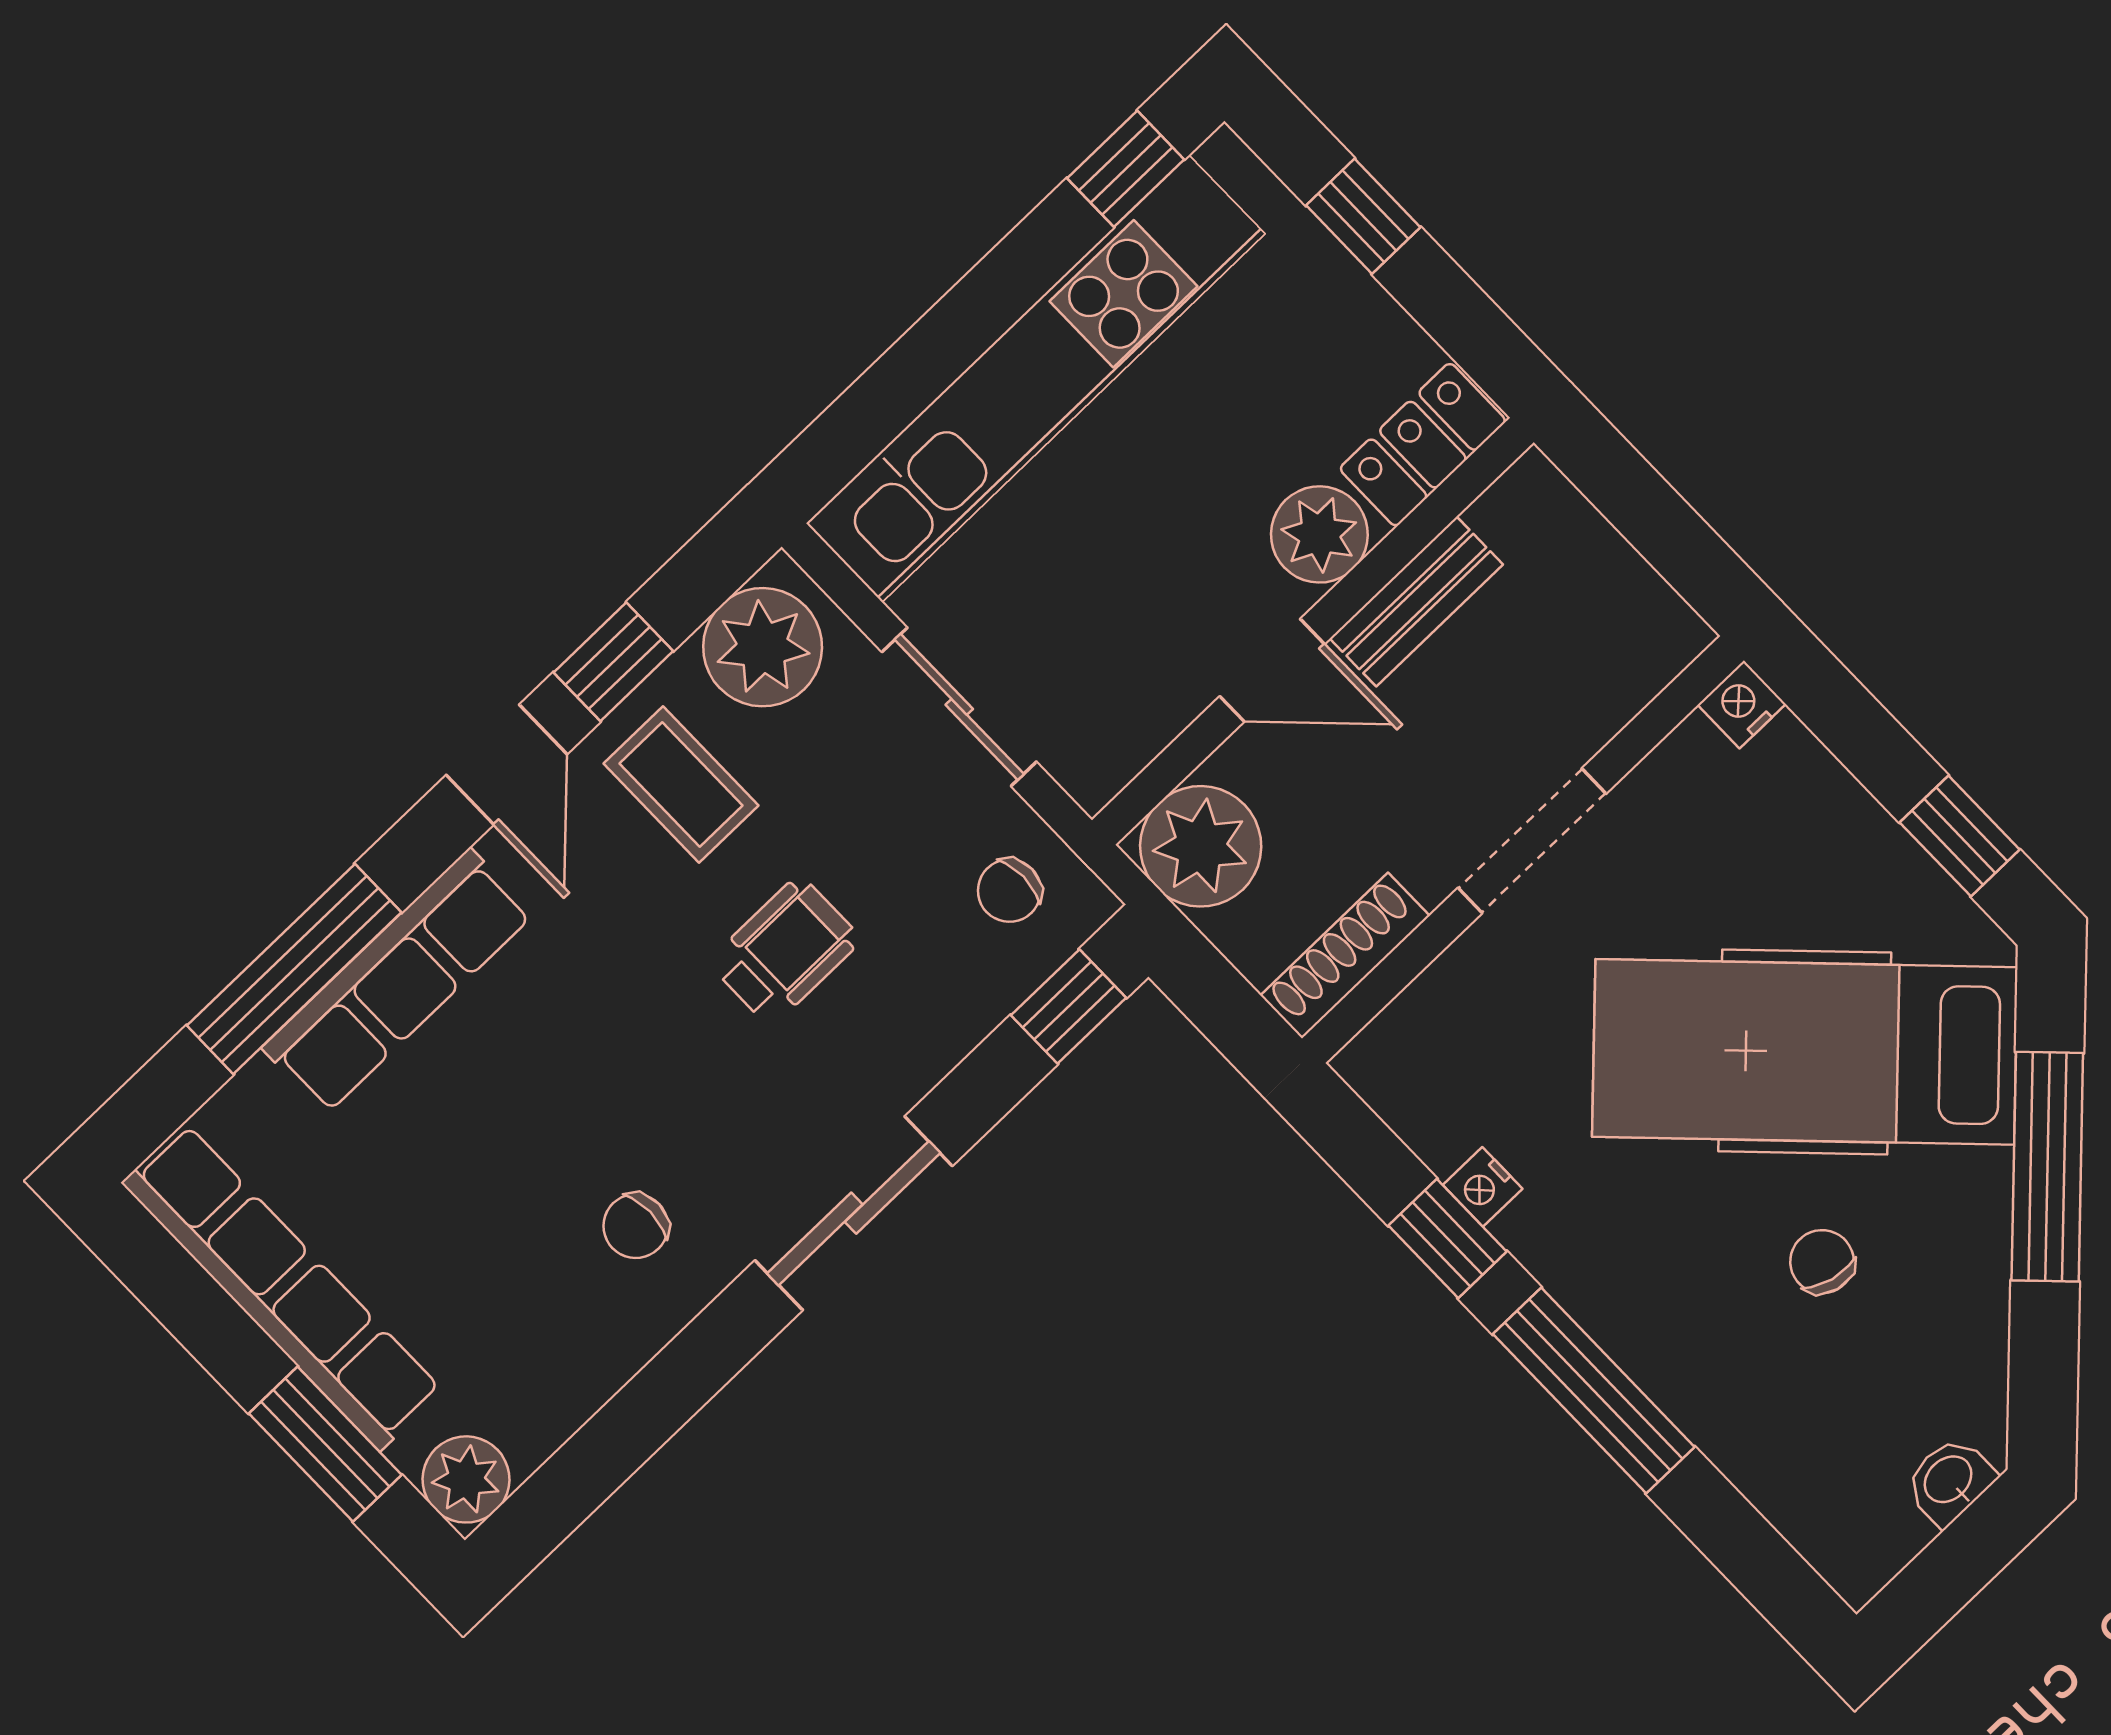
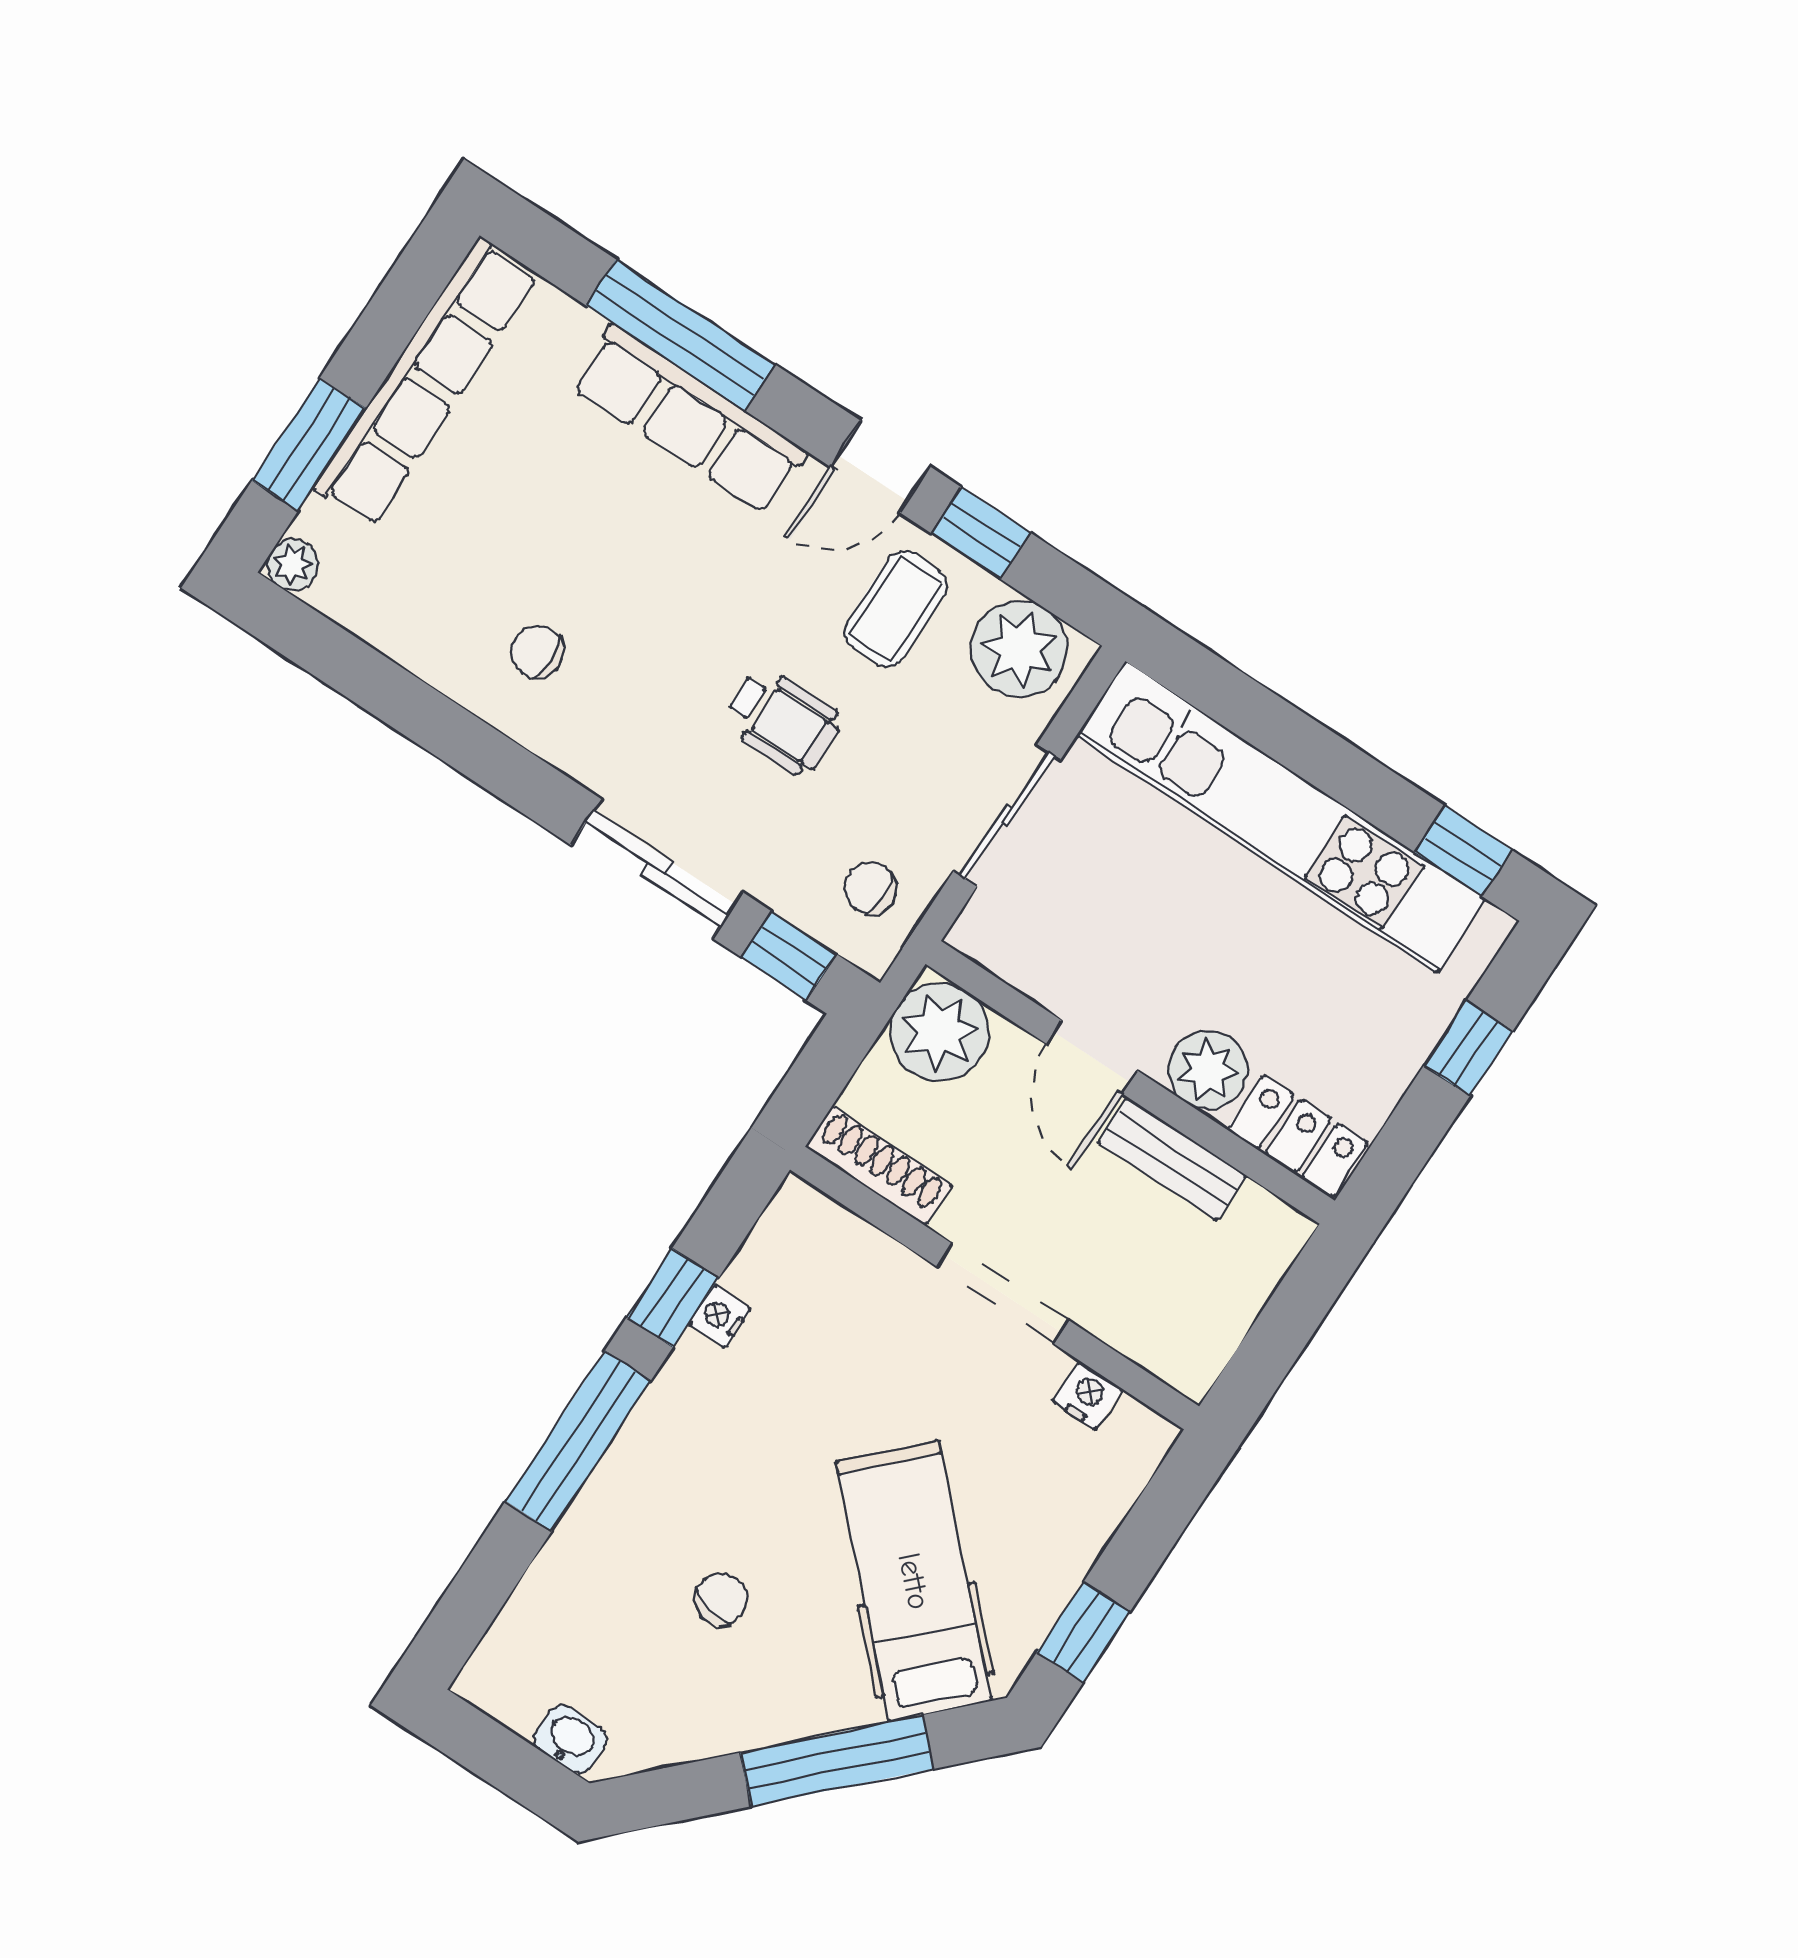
nightstand: (1742, 704) -> (1088, 1395), moved
hospital bed: (1805, 1052) -> (914, 1581), width x0.73, depth x0.78
sliding door: (854, 1213) -> (657, 869), moved
plant: (466, 1479) -> (293, 565), width x0.73, depth x0.73

